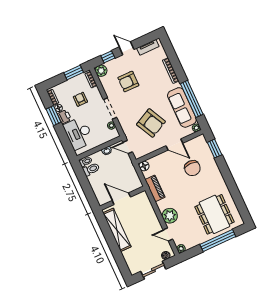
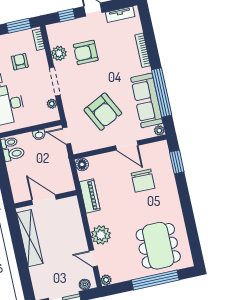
plant: (101, 71) -> (59, 53), moved

